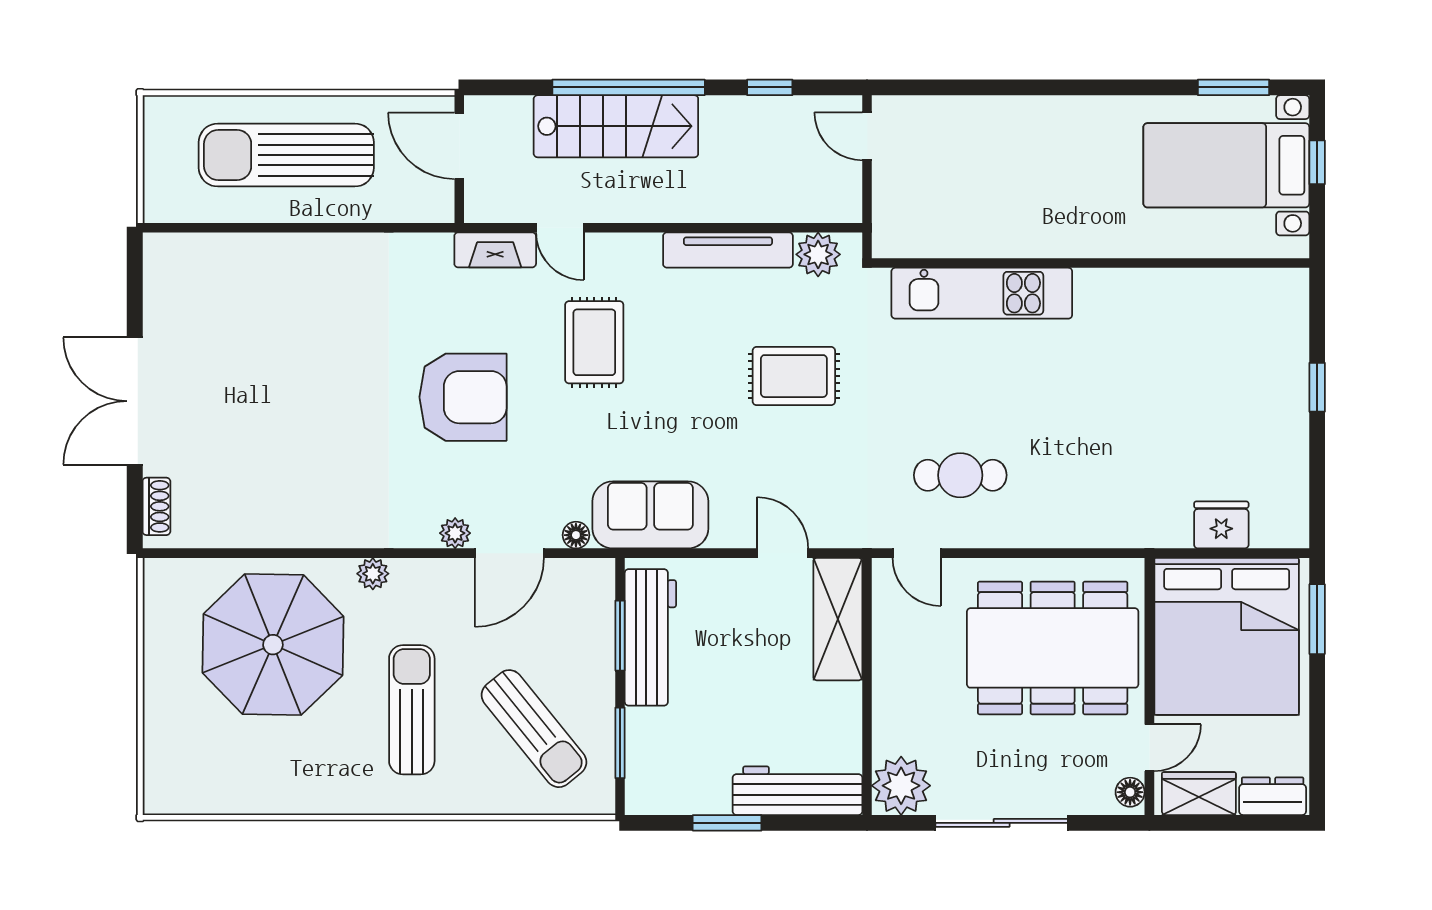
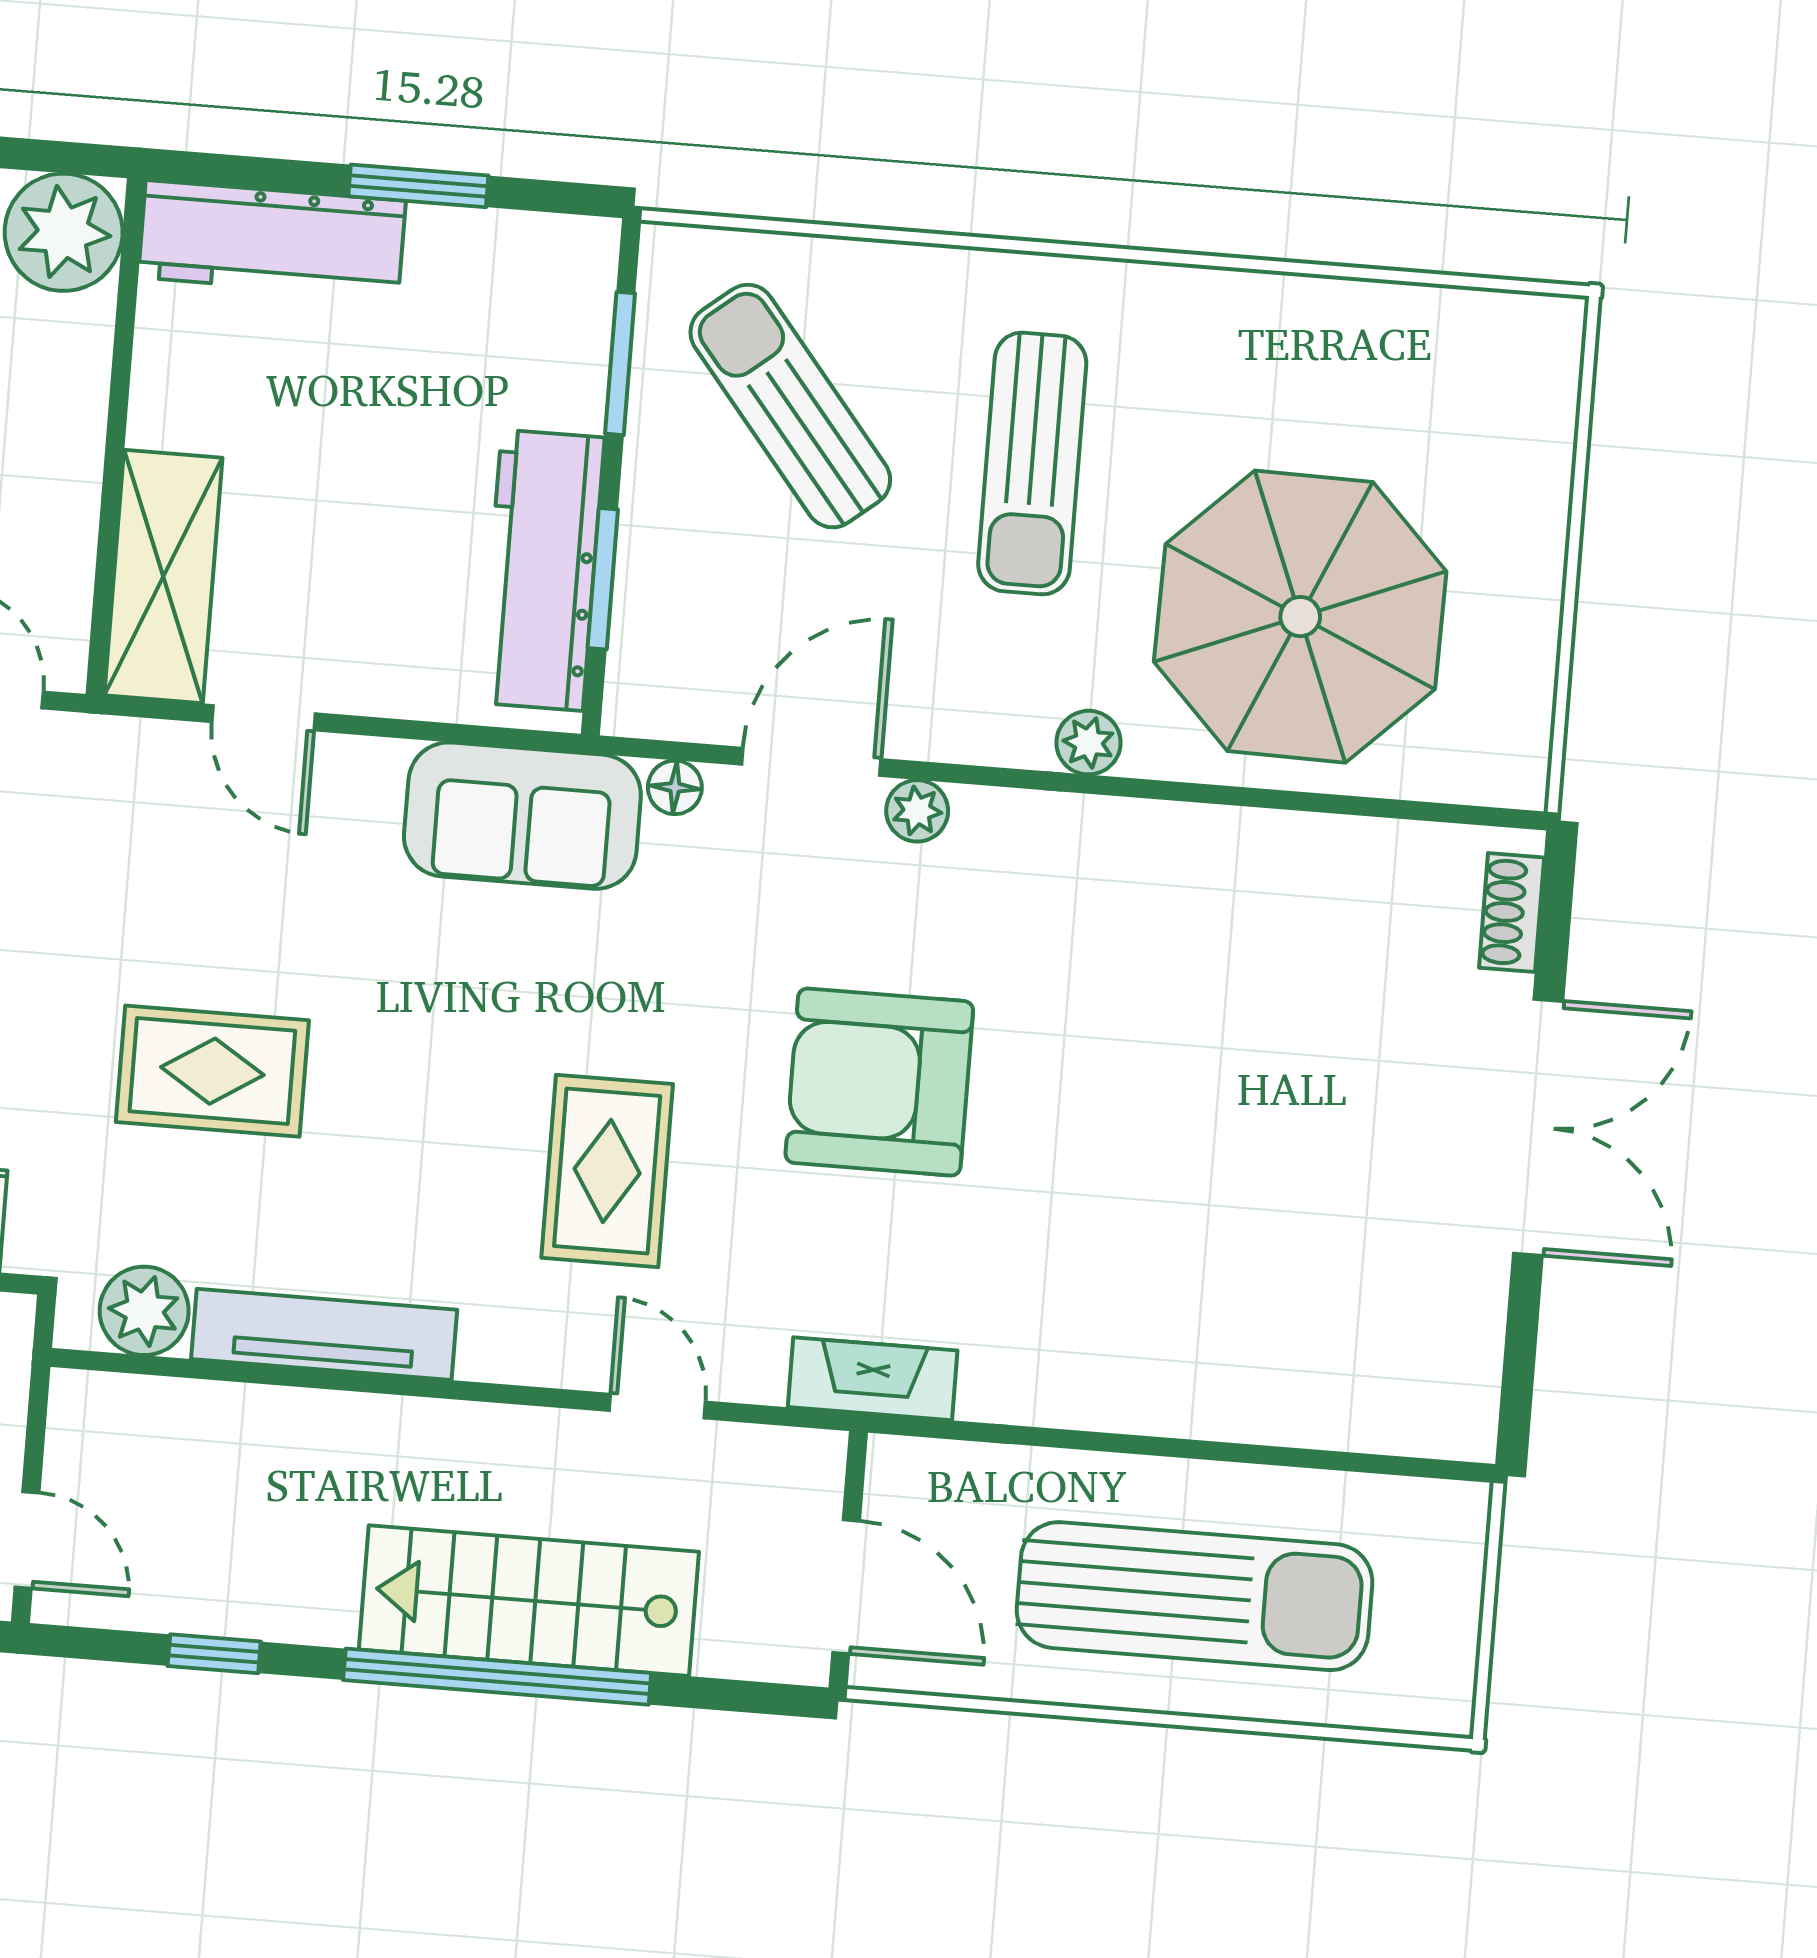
fireplace: (495, 250) -> (873, 1379), moved

